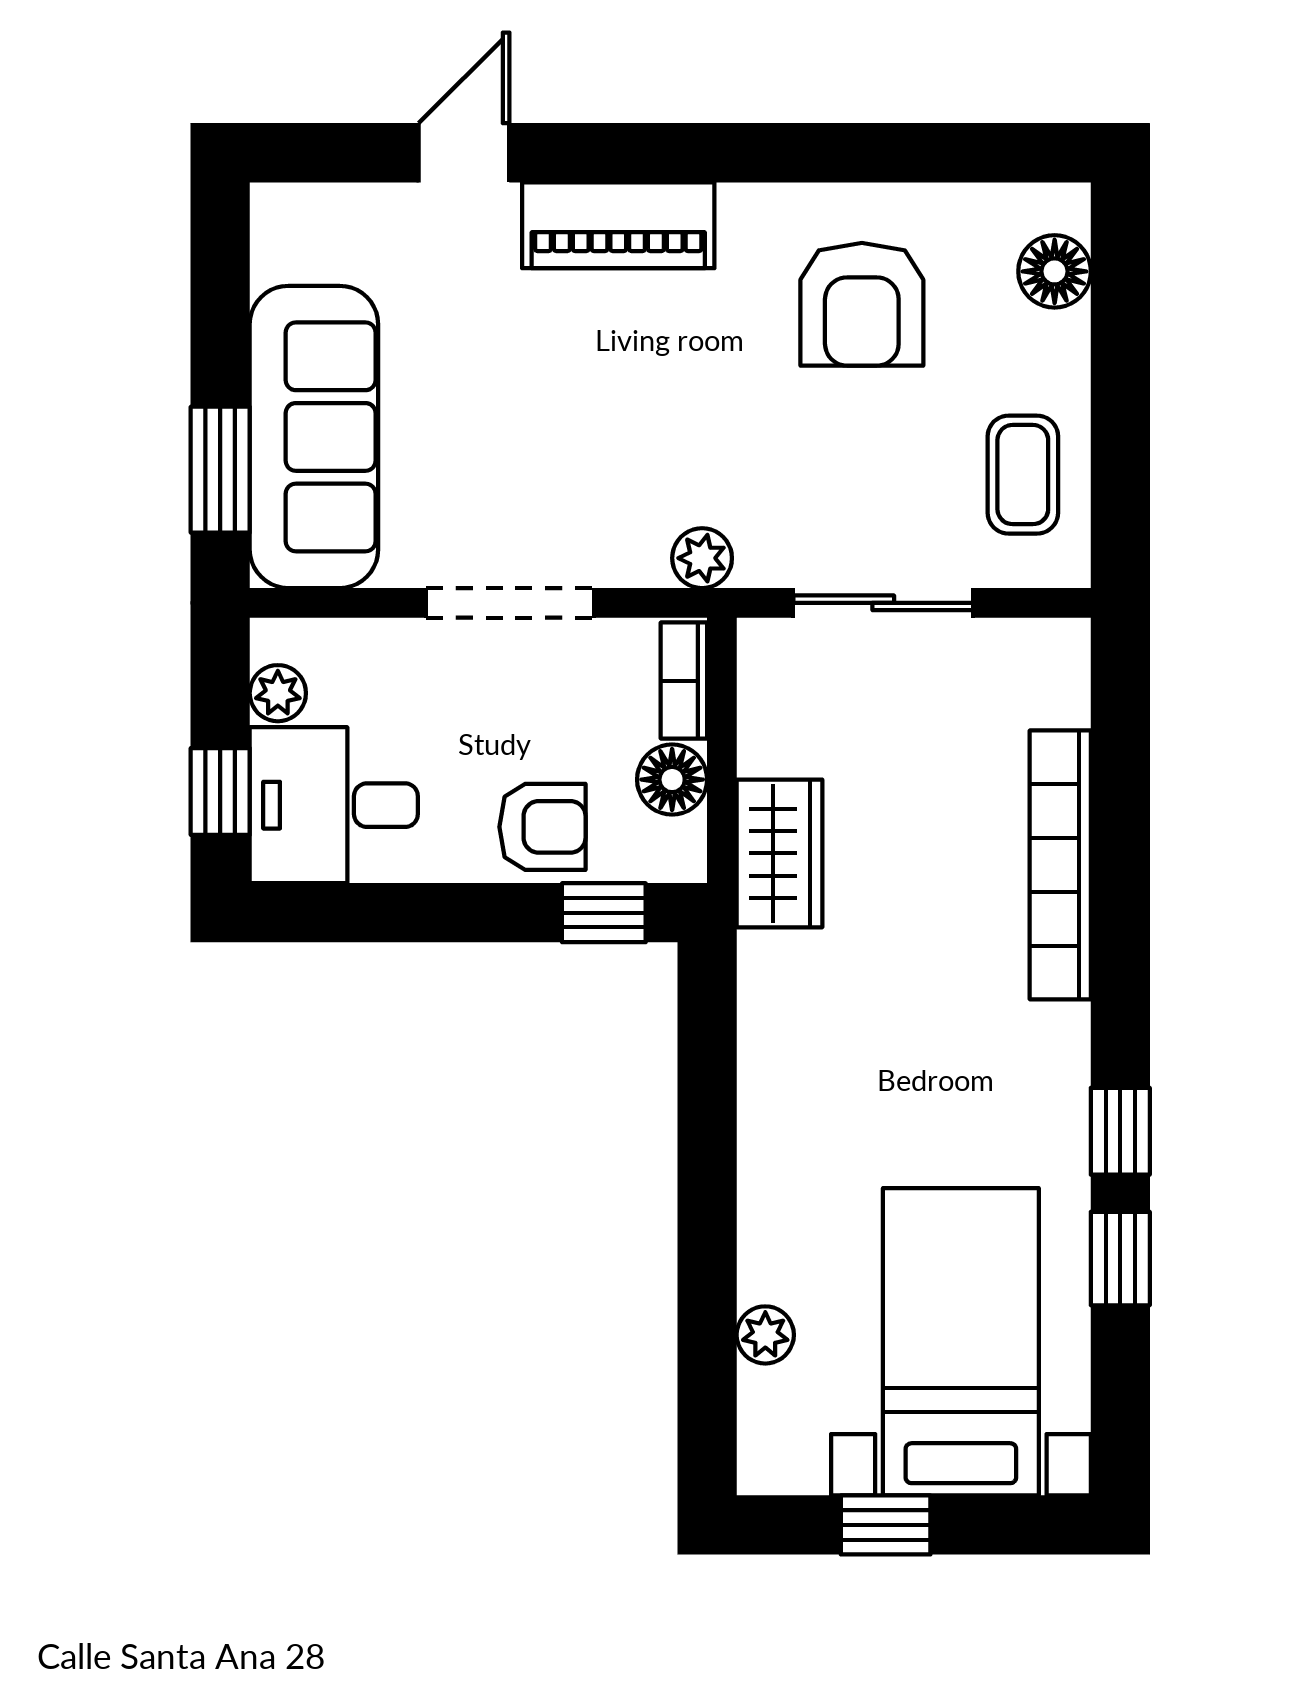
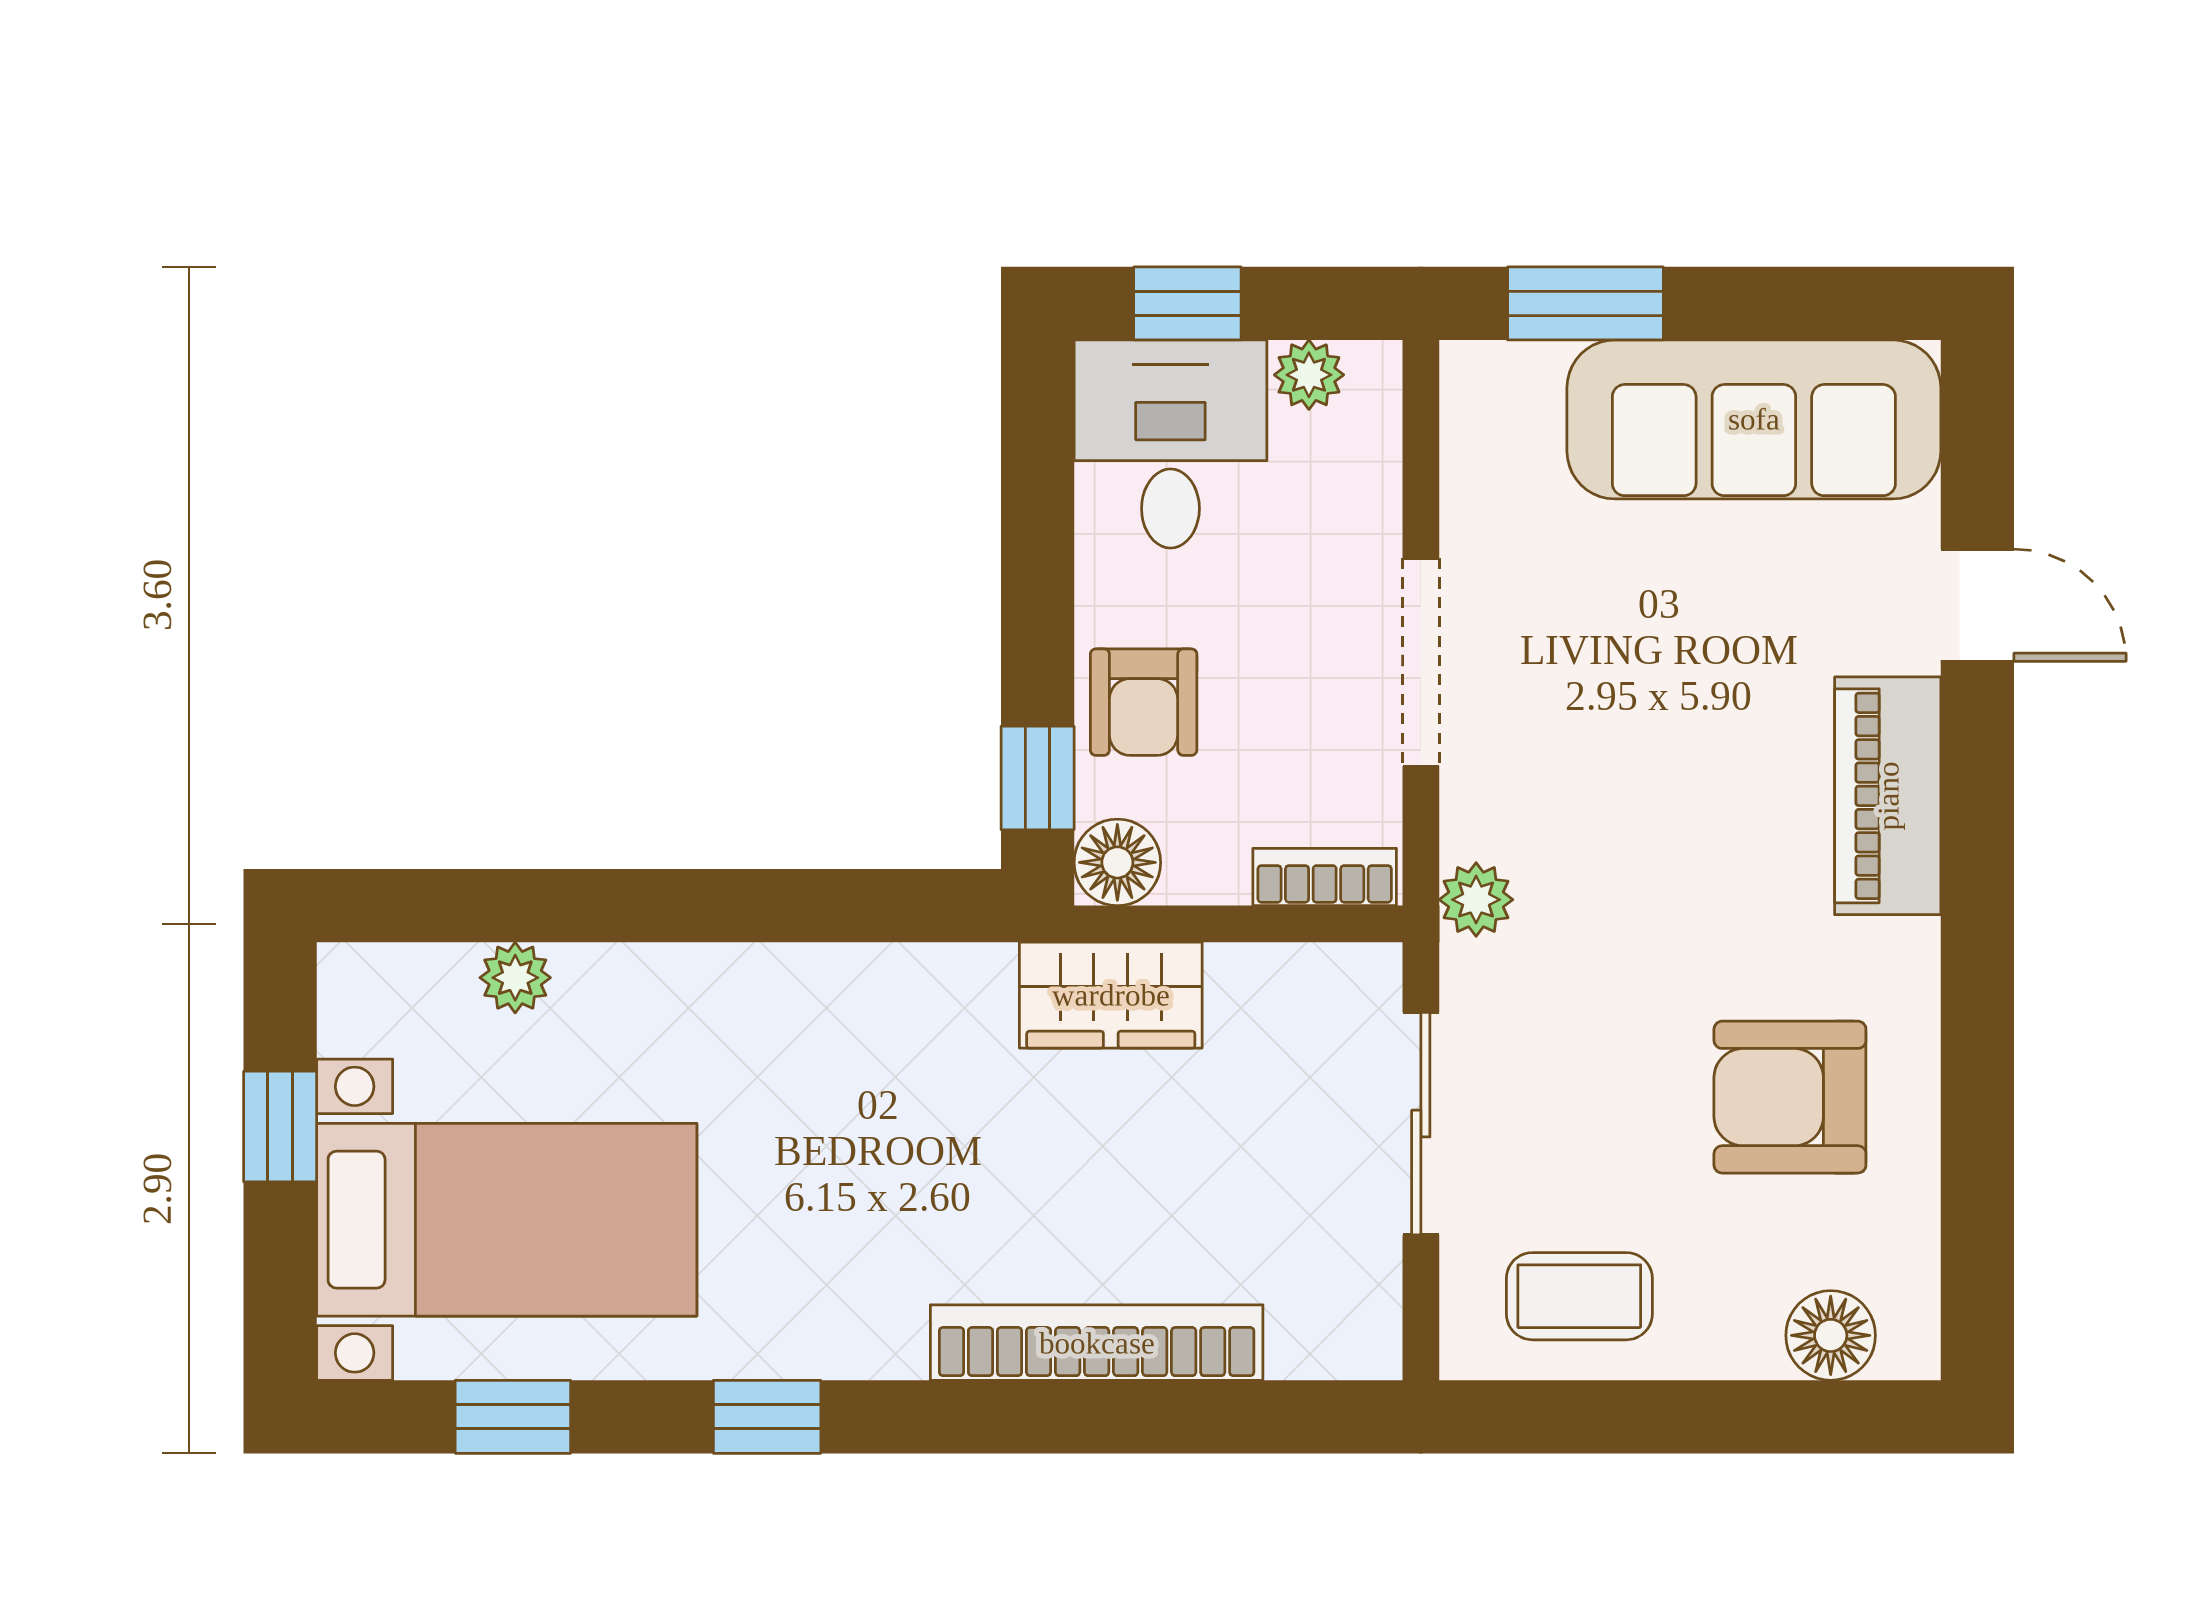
sofa: (314, 437) -> (1754, 419), moved
floor lamp: (672, 780) -> (1117, 862), moved
window: (1120, 1259) -> (513, 1417), moved

